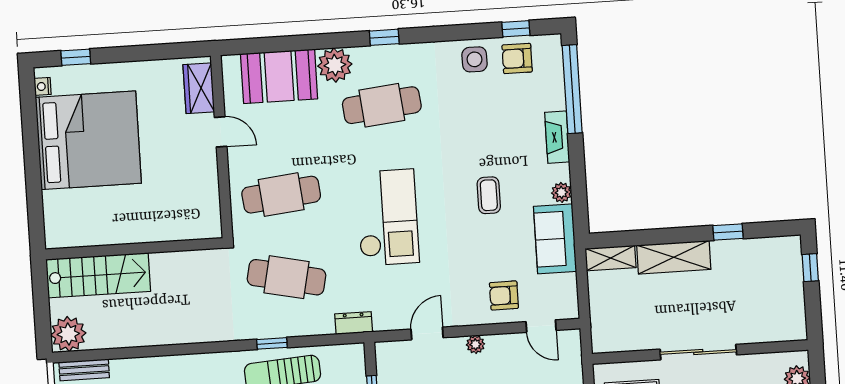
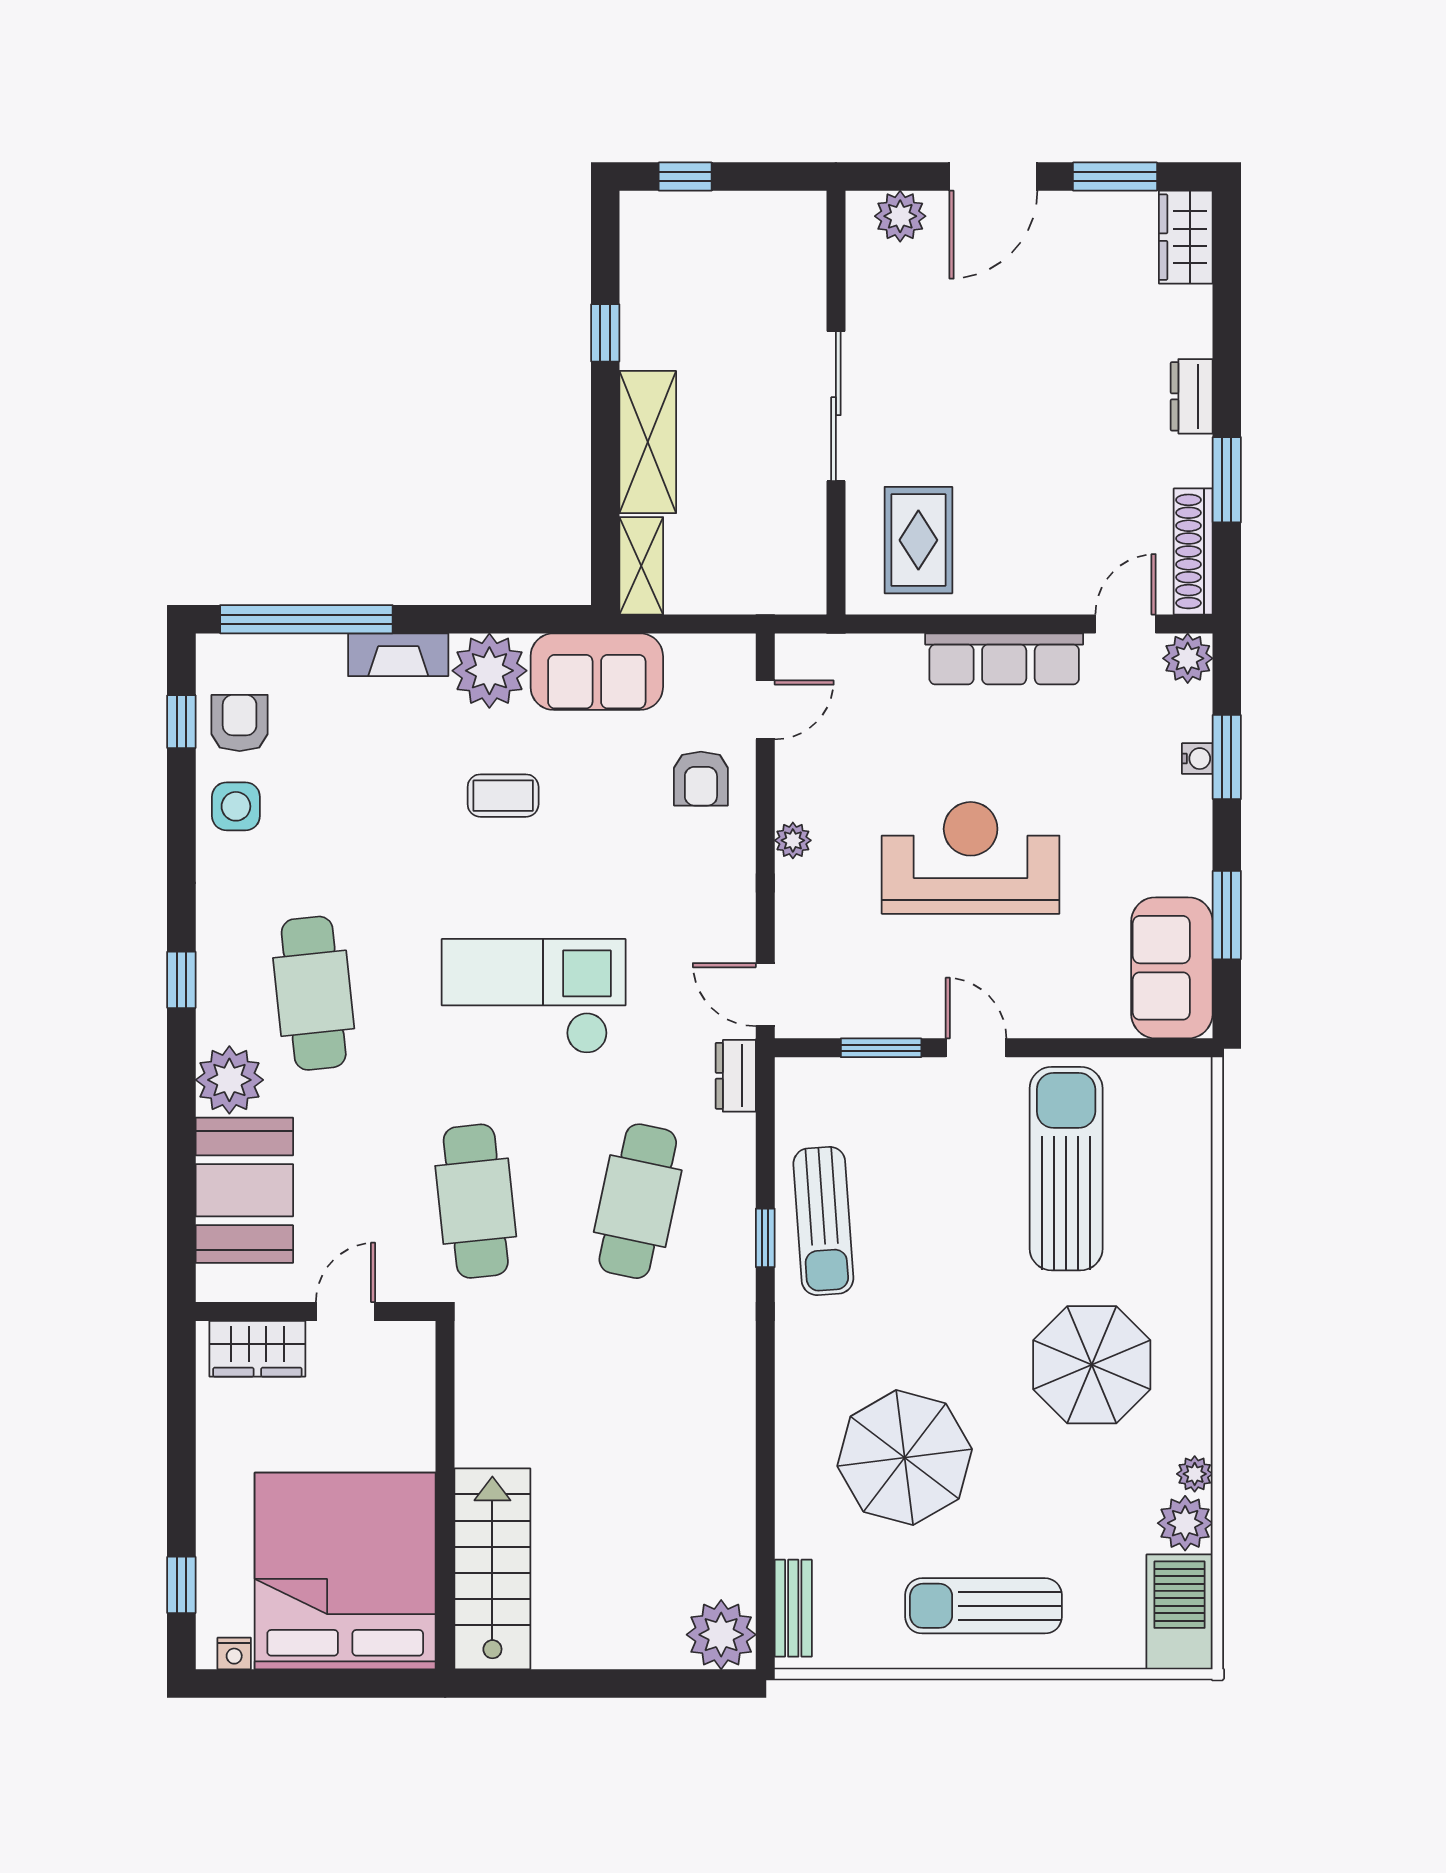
armchair: (517, 58) -> (240, 723), turned 180
plant: (561, 192) -> (489, 671), width x1.88, depth x1.88
wall: (134, 249) -> (445, 1495), moved
stairs: (98, 275) -> (492, 1569), moved
door: (427, 333) -> (765, 995), moved

